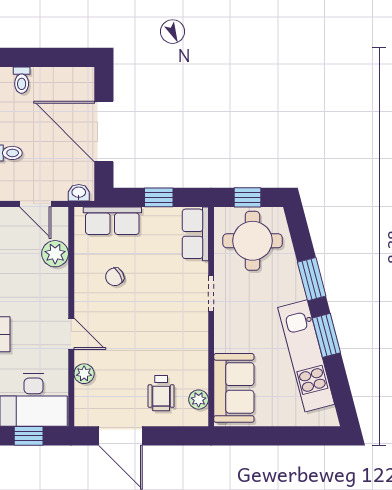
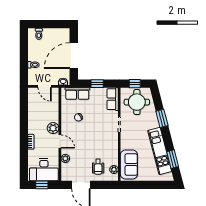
door: (104, 132) -> (74, 56), hinge flipped
plant: (55, 254) -> (53, 128), moved
window: (326, 335) -> (173, 159), moved

